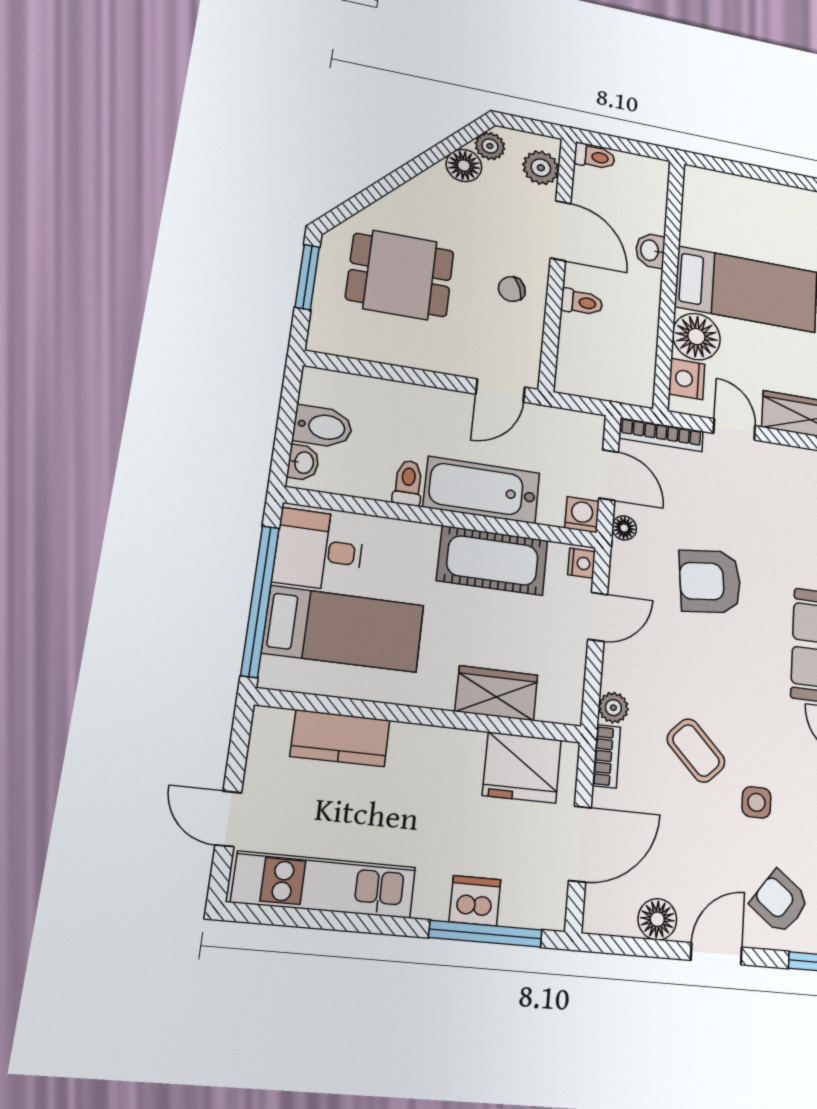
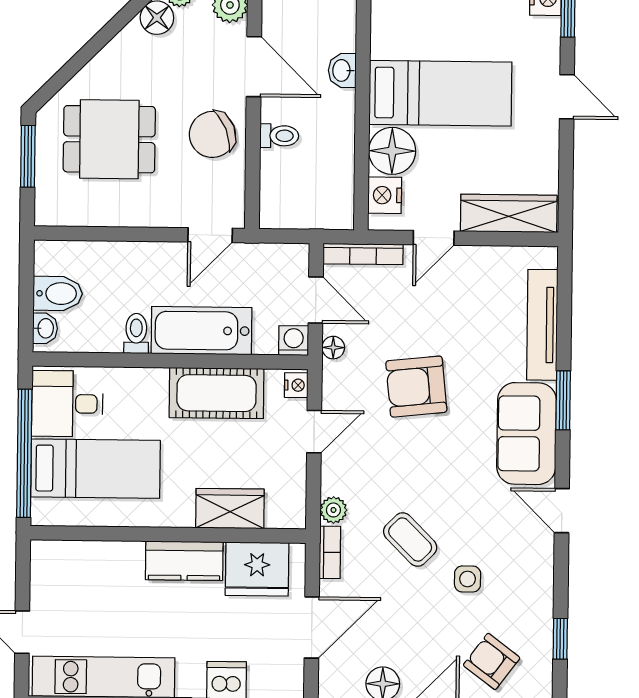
chair: (512, 289) -> (212, 134), width x1.87, depth x1.87
door: (734, 429) -> (434, 238), swing flipped
kitchen counter: (340, 738) -> (184, 561), moved

